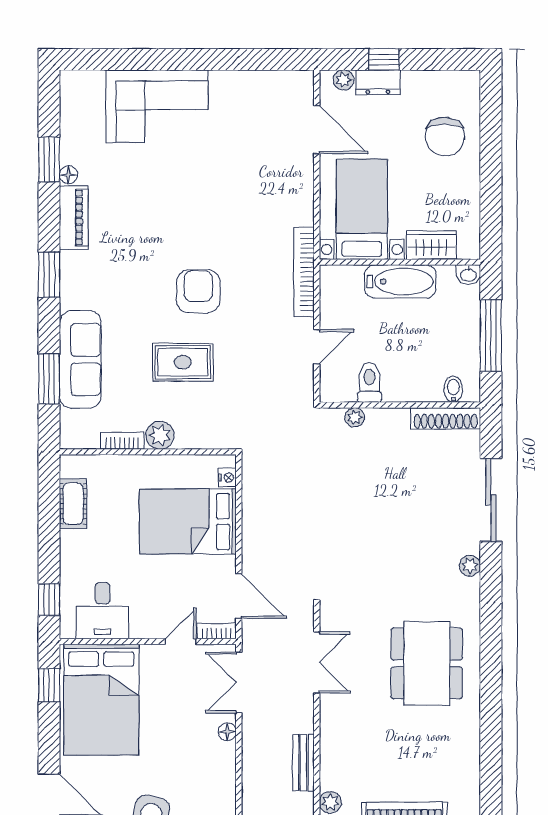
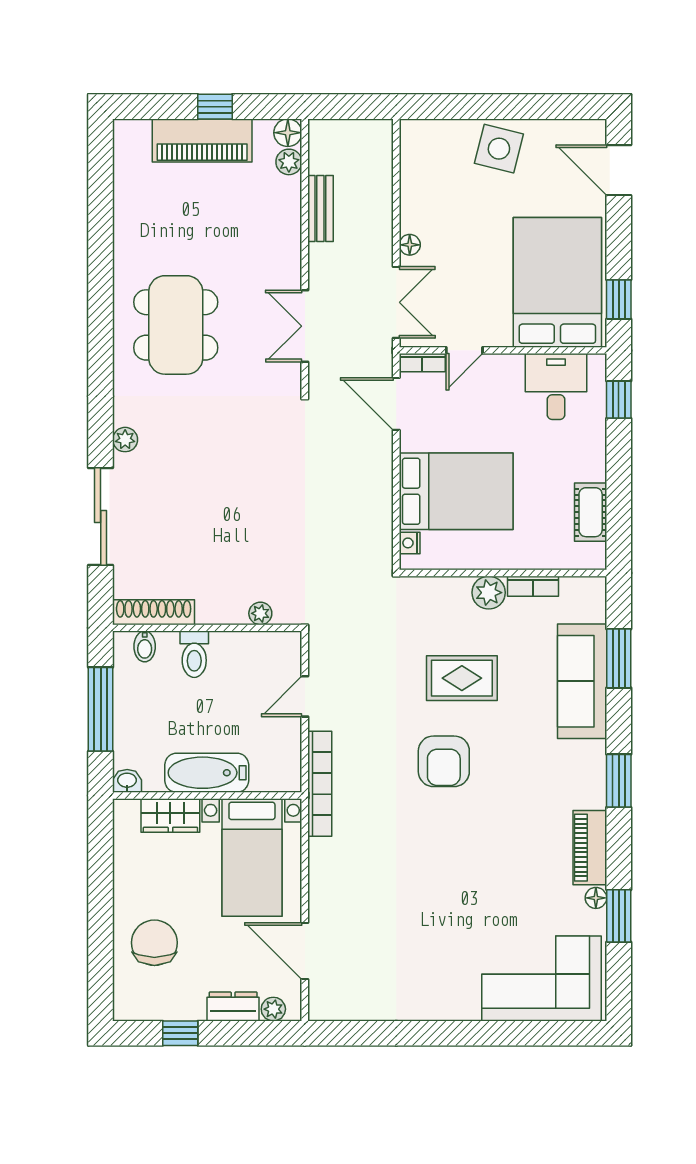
window: (384, 59) -> (180, 1033), moved
corner sofa: (157, 106) -> (542, 978), moved
toilet: (369, 383) -> (194, 654), moved

